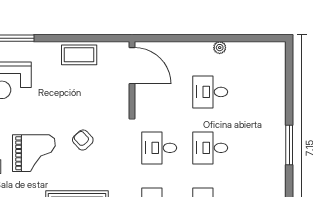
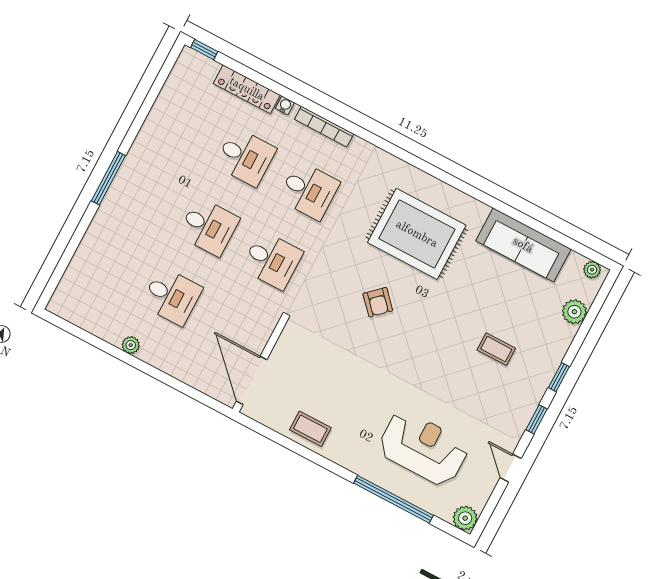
coffee table: (79, 55) -> (310, 429), width x0.73, depth x0.77
armchair: (83, 140) -> (378, 302), moved
grand piano: (34, 153) -> (431, 336), removed

